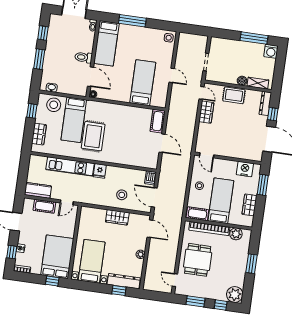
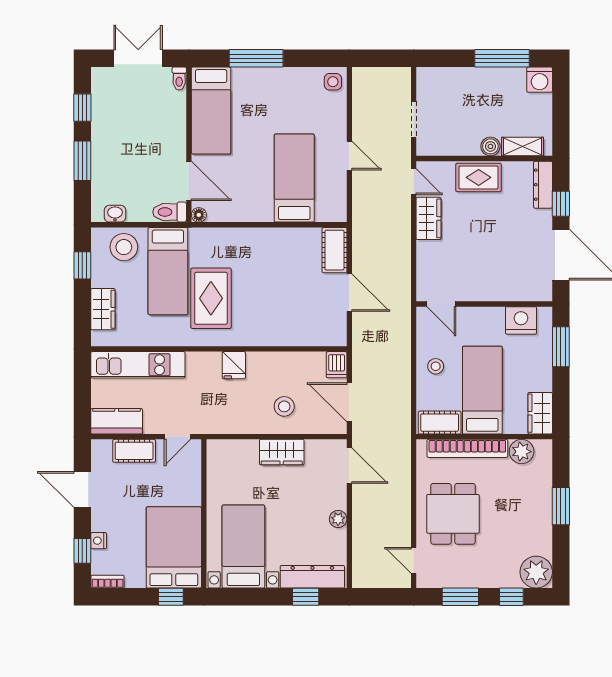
toilet: (84, 57) -> (170, 212), moved
kitchen unit: (70, 166) -> (138, 365), moved
wardrobe: (249, 205) -> (540, 413), moved

